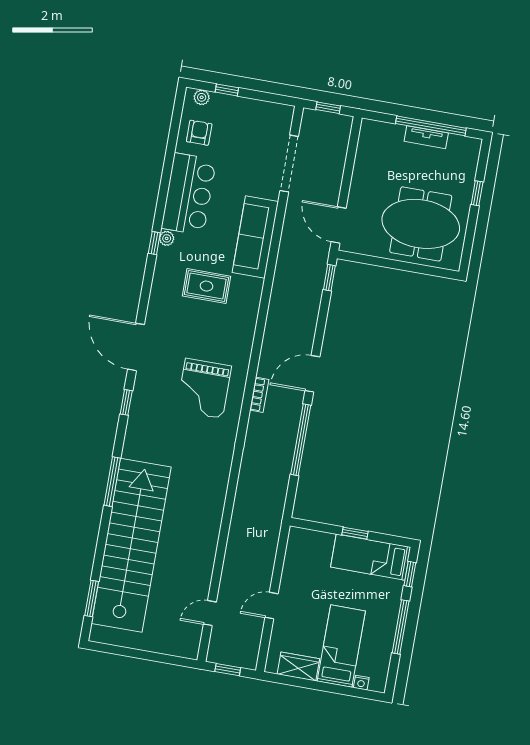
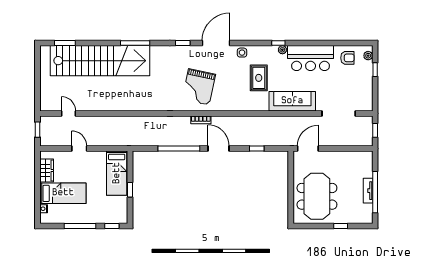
window: (329, 278) -> (257, 149), moved
side table: (159, 306) -> (242, 53), added
grand piano: (204, 388) -> (199, 87), turned -78
bed: (371, 557) -> (117, 173), moved, turned 180

